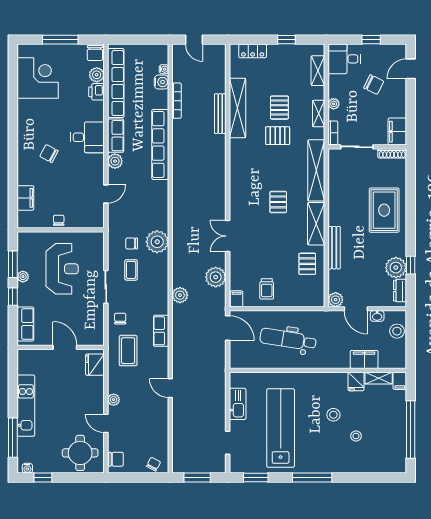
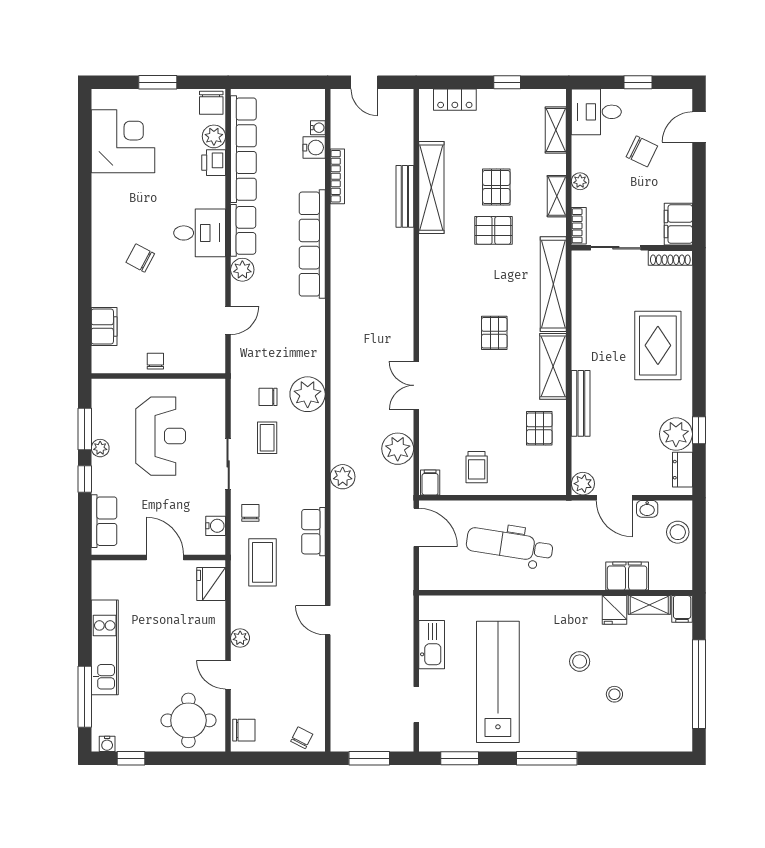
window: (60, 40) -> (158, 82), width x0.69
water cooler: (98, 327) -> (216, 526), added

